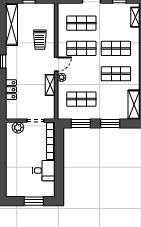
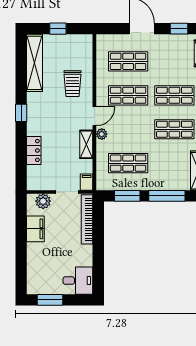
filing cabinet: (50, 113) -> (87, 182), added
window: (110, 124) -> (167, 196), width x1.44
filing cabinet: (12, 148) -> (35, 229), added
desk: (44, 171) -> (78, 281), moved
window: (34, 201) -> (50, 300), moved

